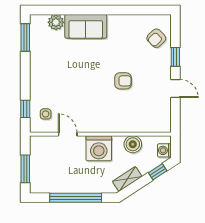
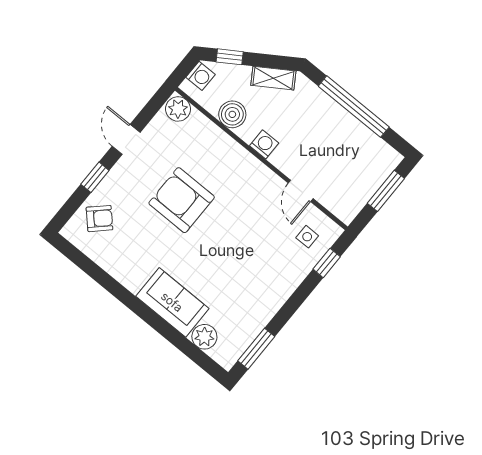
armchair: (123, 81) -> (182, 200), width x1.88, depth x1.88
plant: (162, 125) -> (178, 109), added
washing machine: (99, 148) -> (264, 144), width x0.53, depth x0.53

